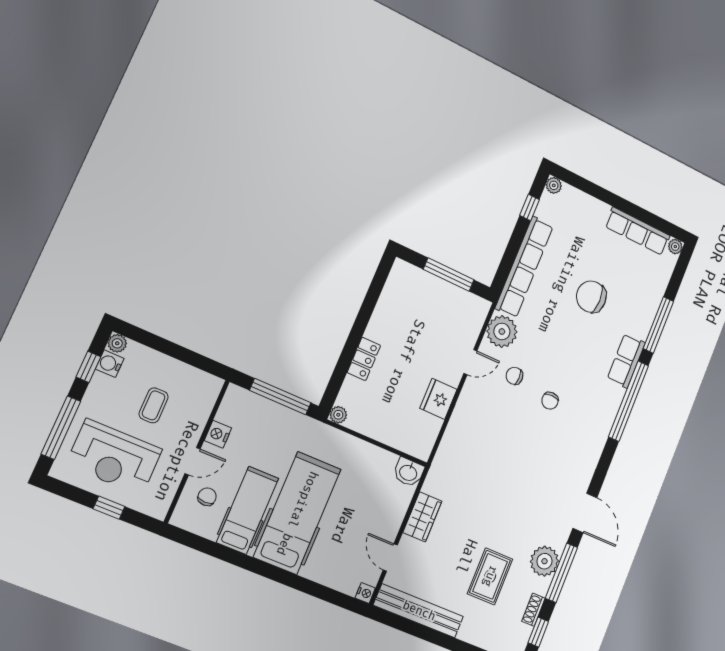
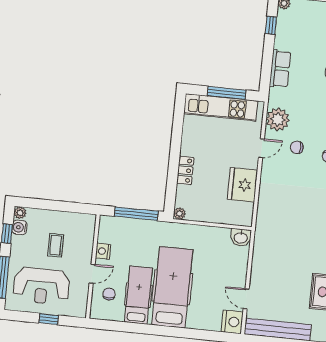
row of seats: (524, 267) -> (280, 69), width x0.50
kitchen unit: (435, 291) -> (221, 107), added
fridge: (438, 399) -> (242, 185), width x1.36, depth x1.34
wardrobe: (422, 517) -> (260, 265), removed
nightstand: (365, 593) -> (232, 322), width x1.89, depth x1.79

